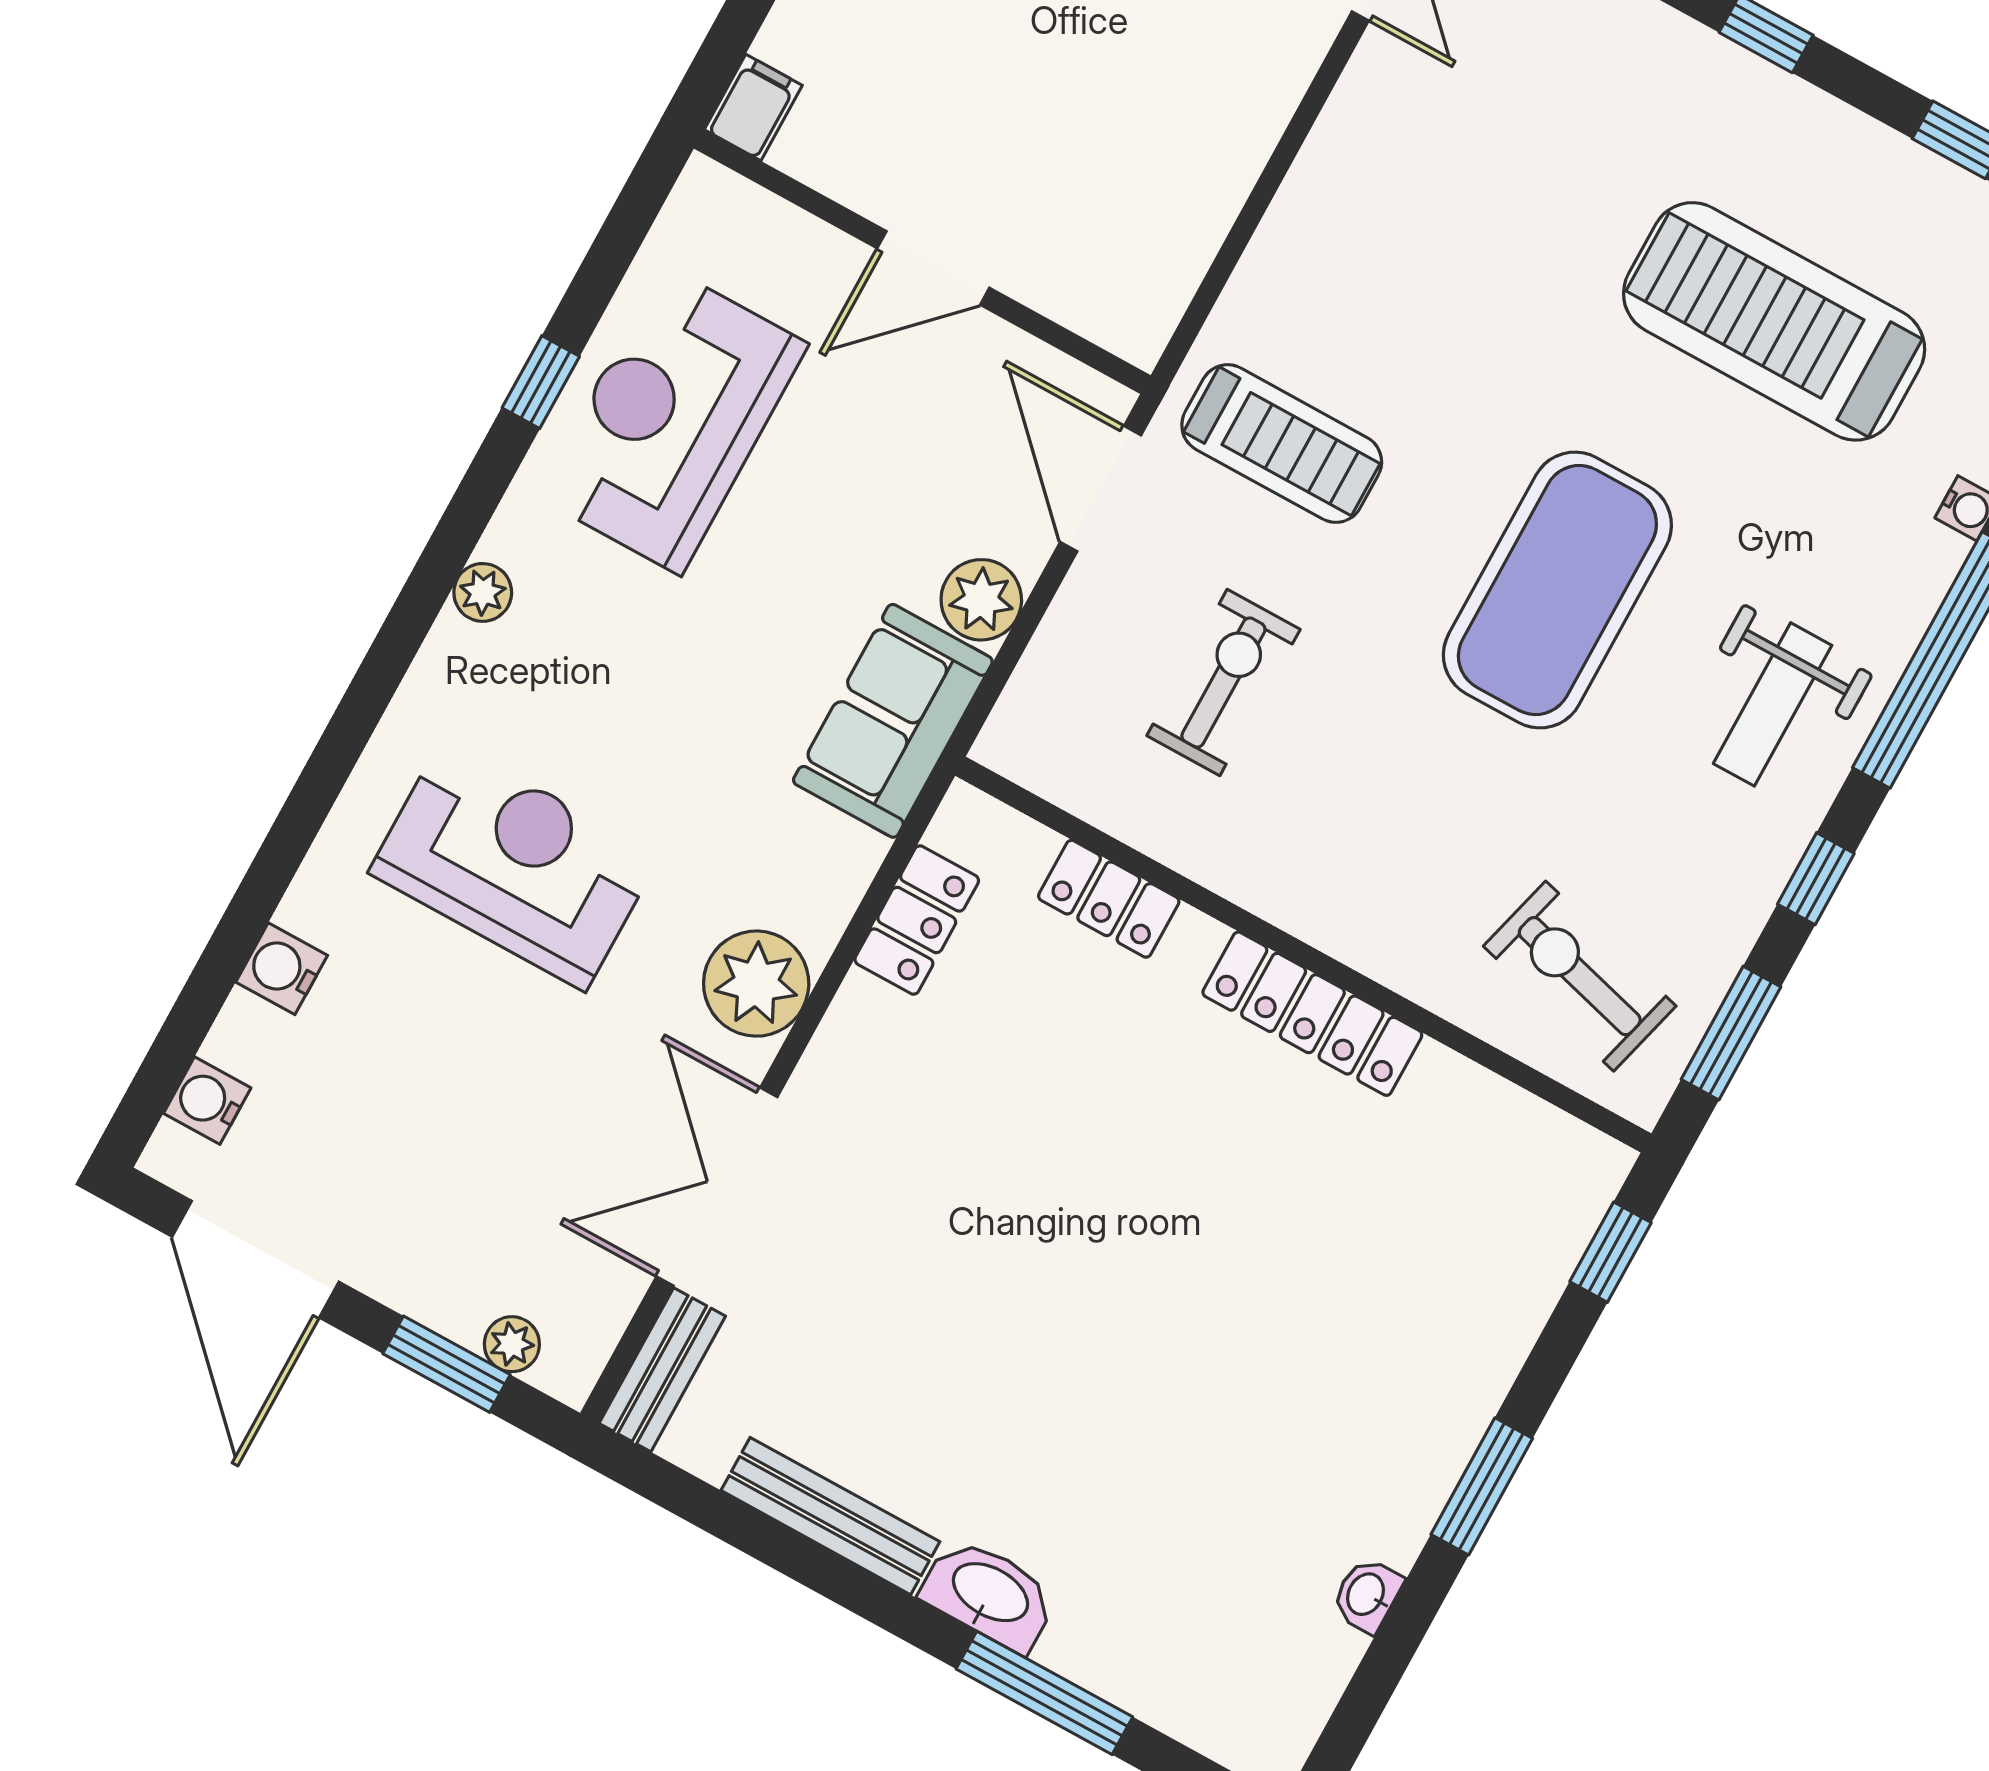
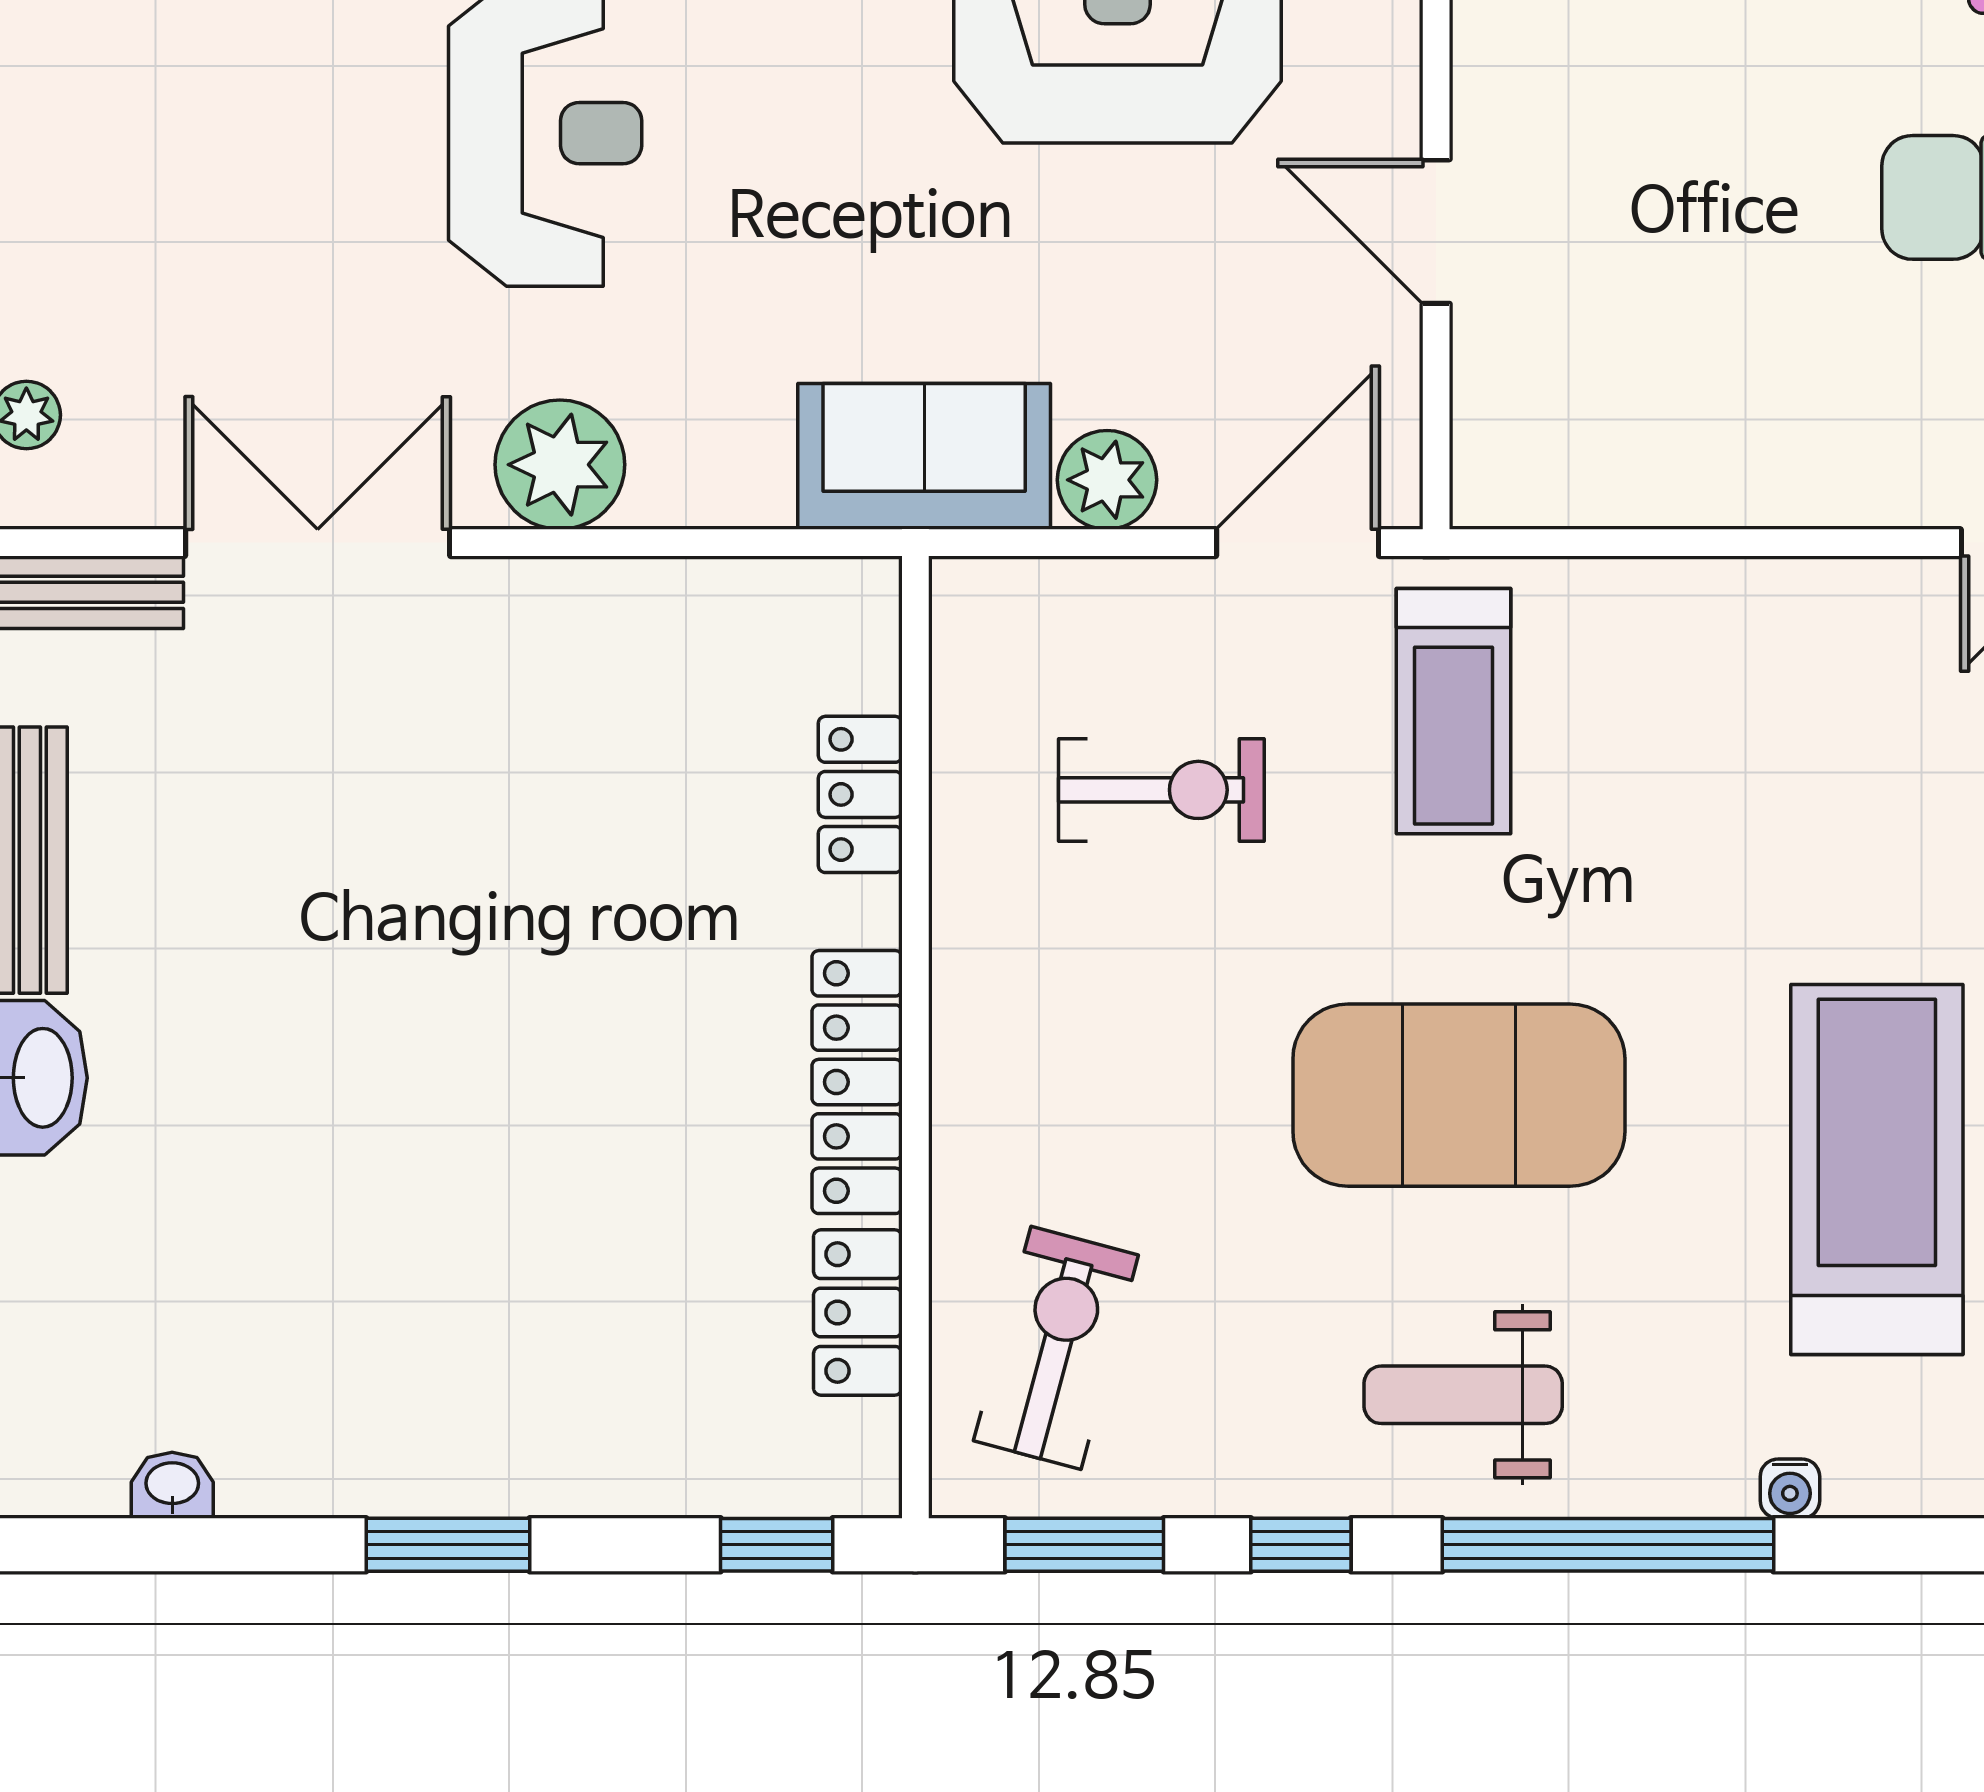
locker: (917, 920) -> (858, 1312), moved, turned 90
washbasin: (1367, 1595) -> (172, 1485), moved

